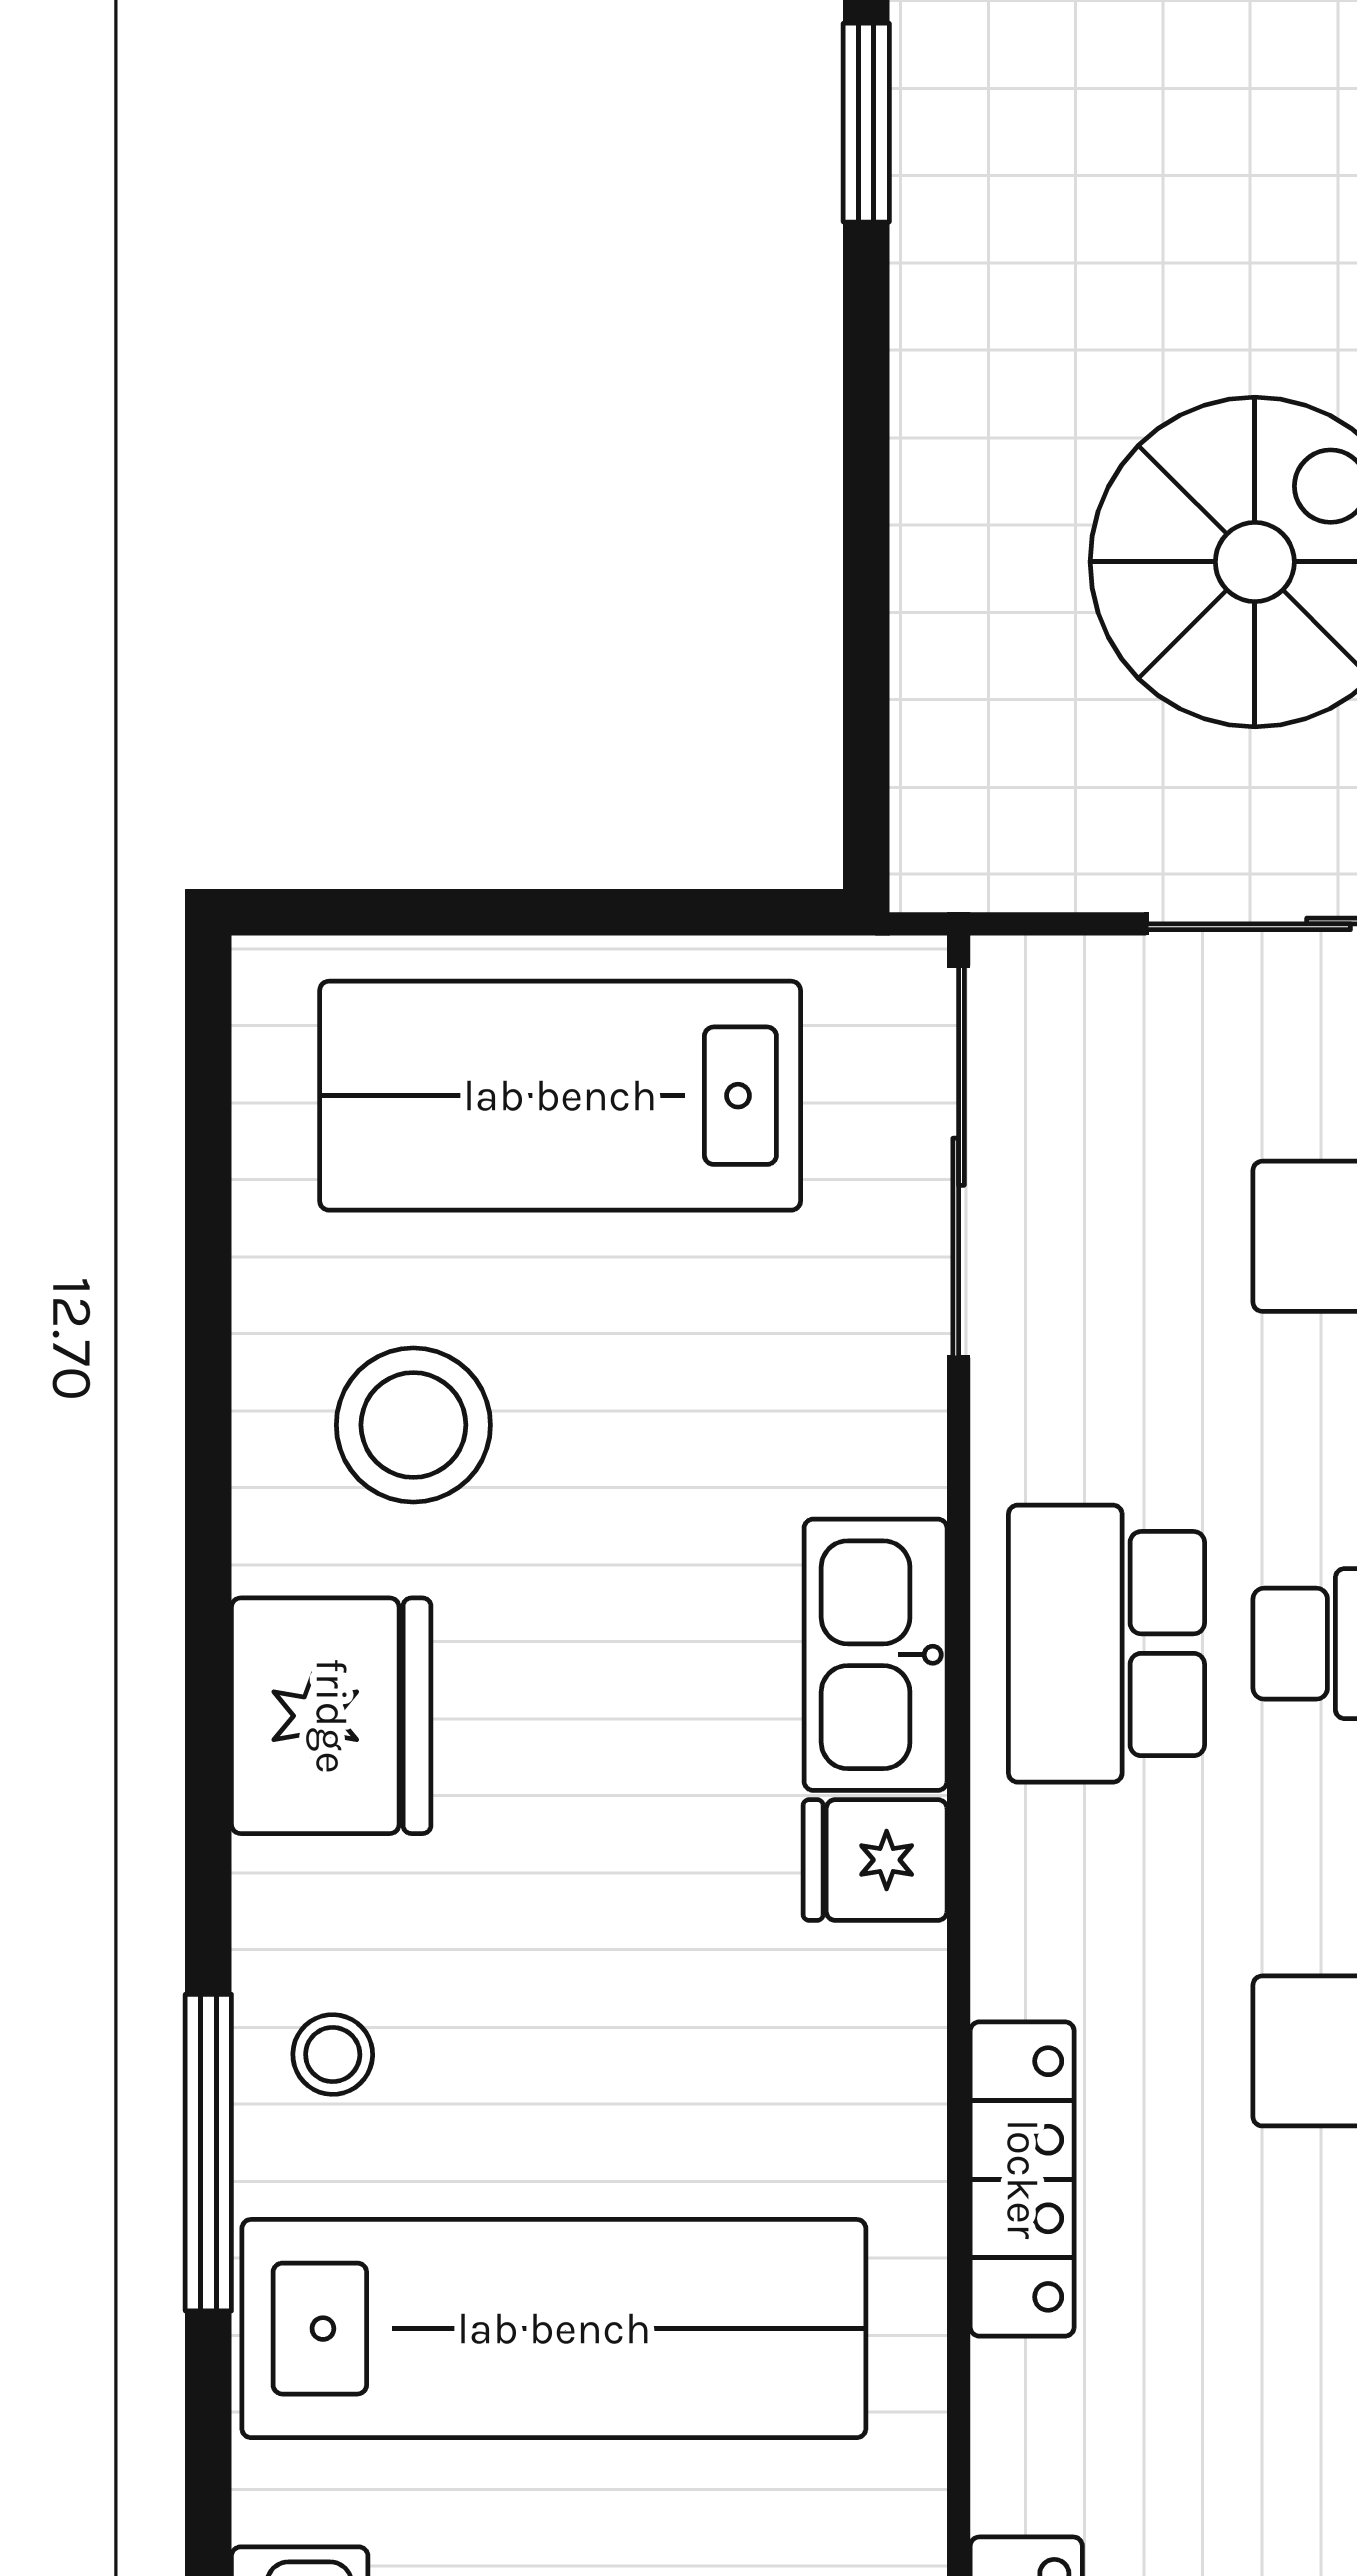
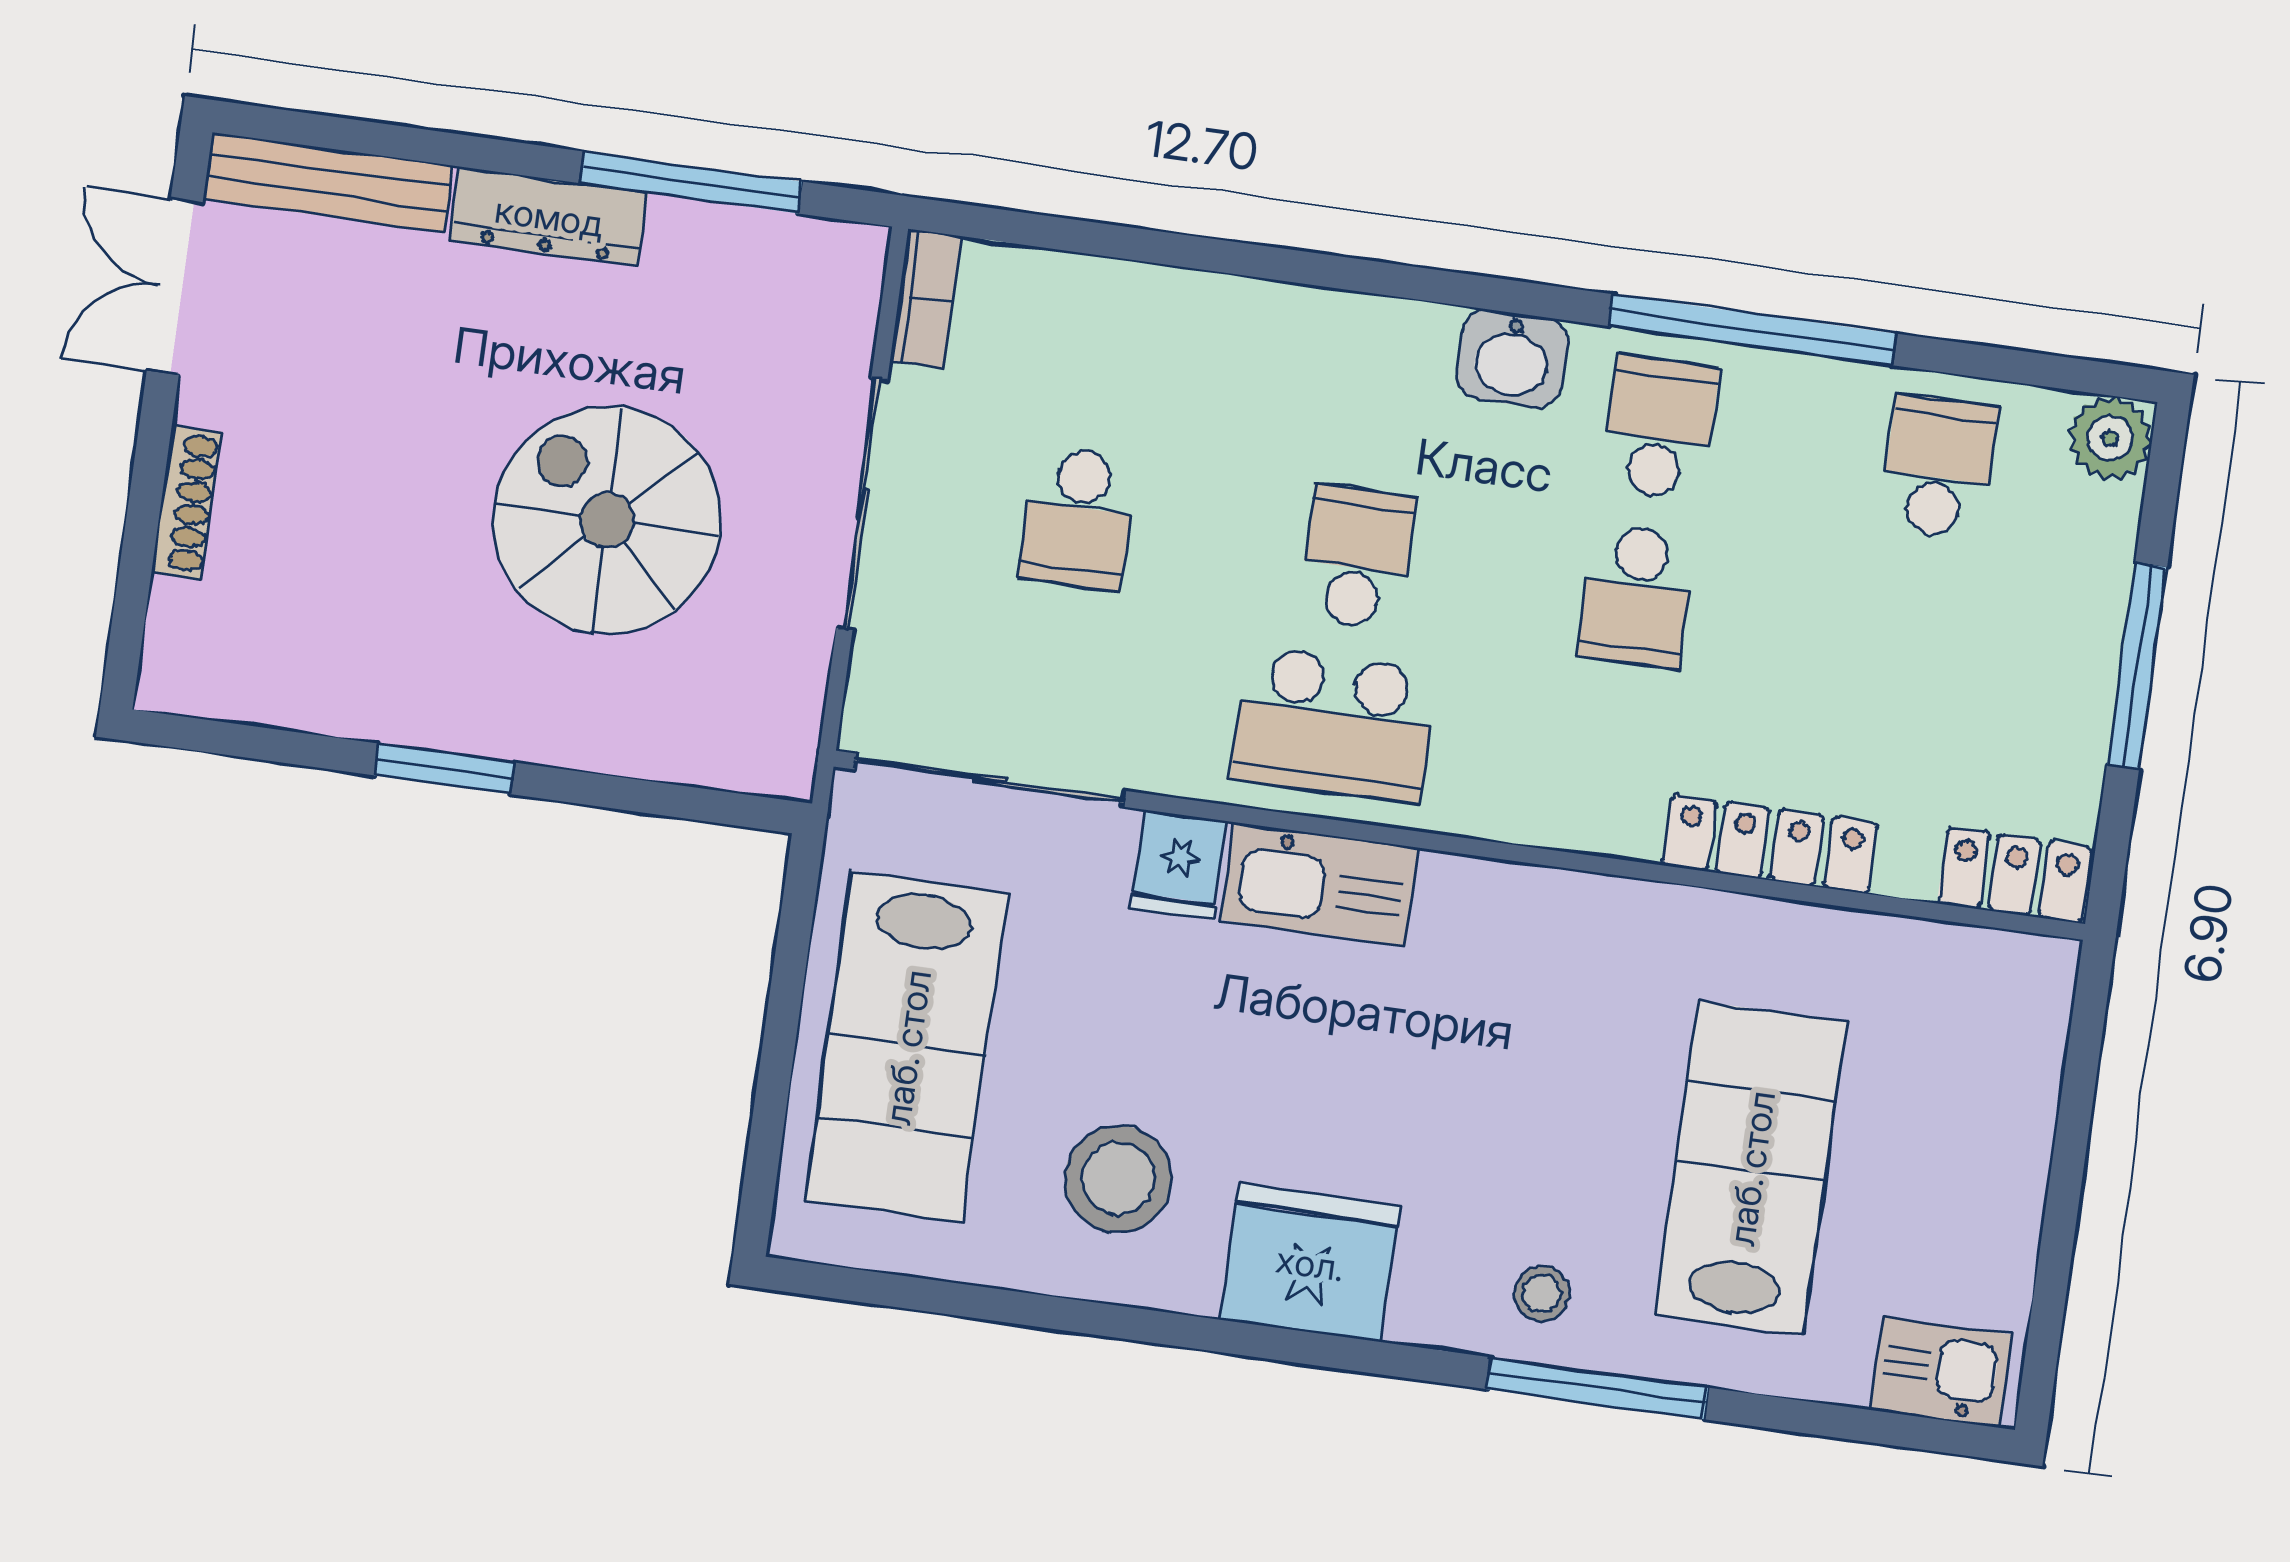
window: (866, 123) -> (445, 769), moved
fridge: (875, 1860) -> (1179, 865), moved
locker: (1022, 2179) -> (1770, 844), moved
lab bench: (554, 2329) -> (1751, 1168), width x0.73

